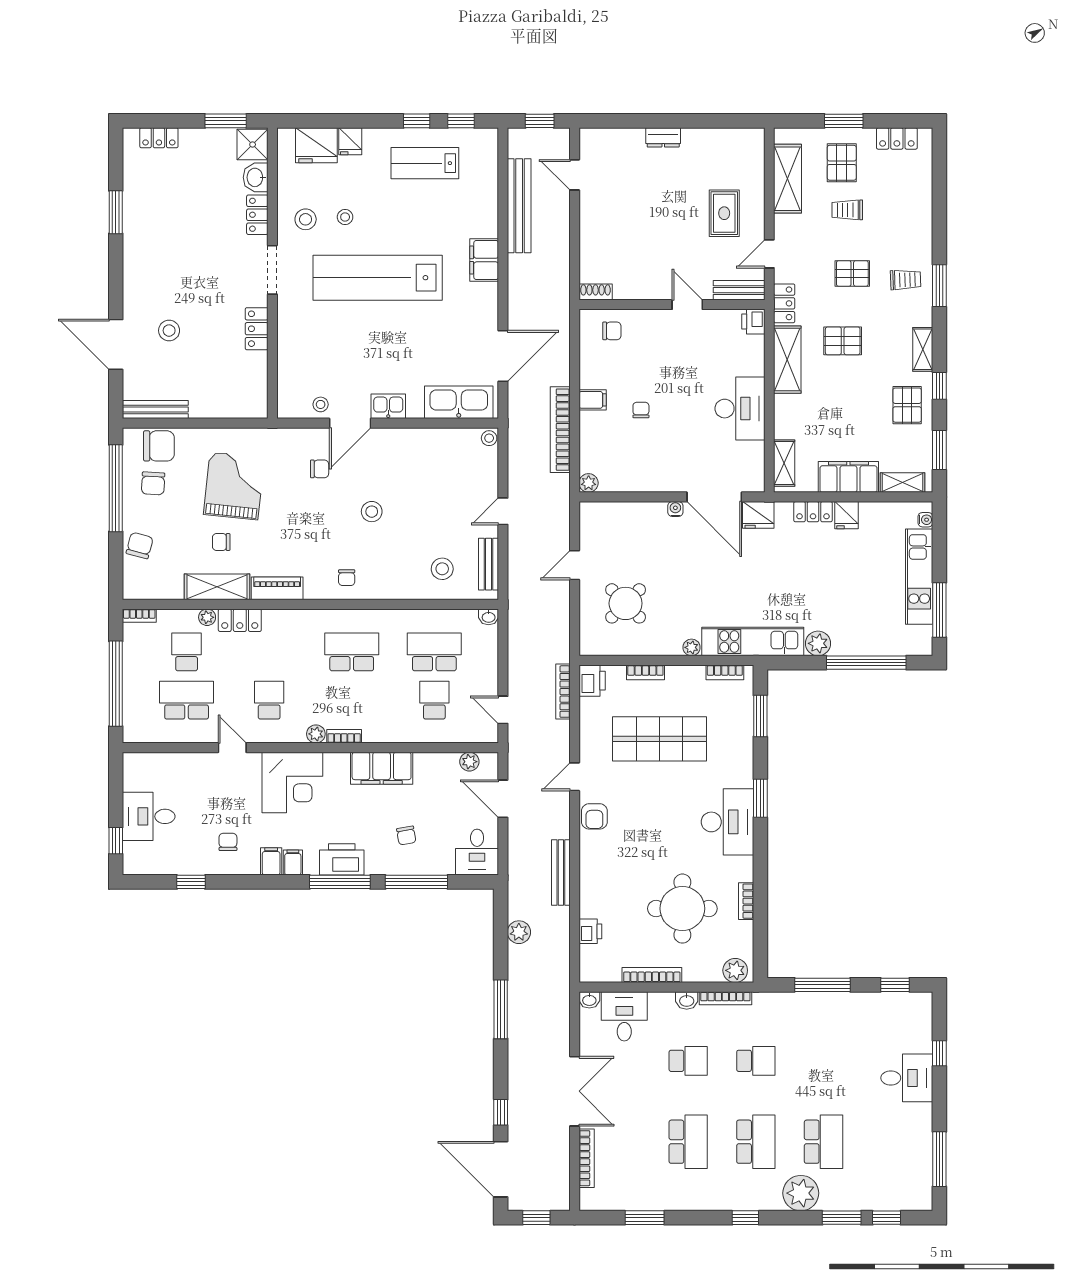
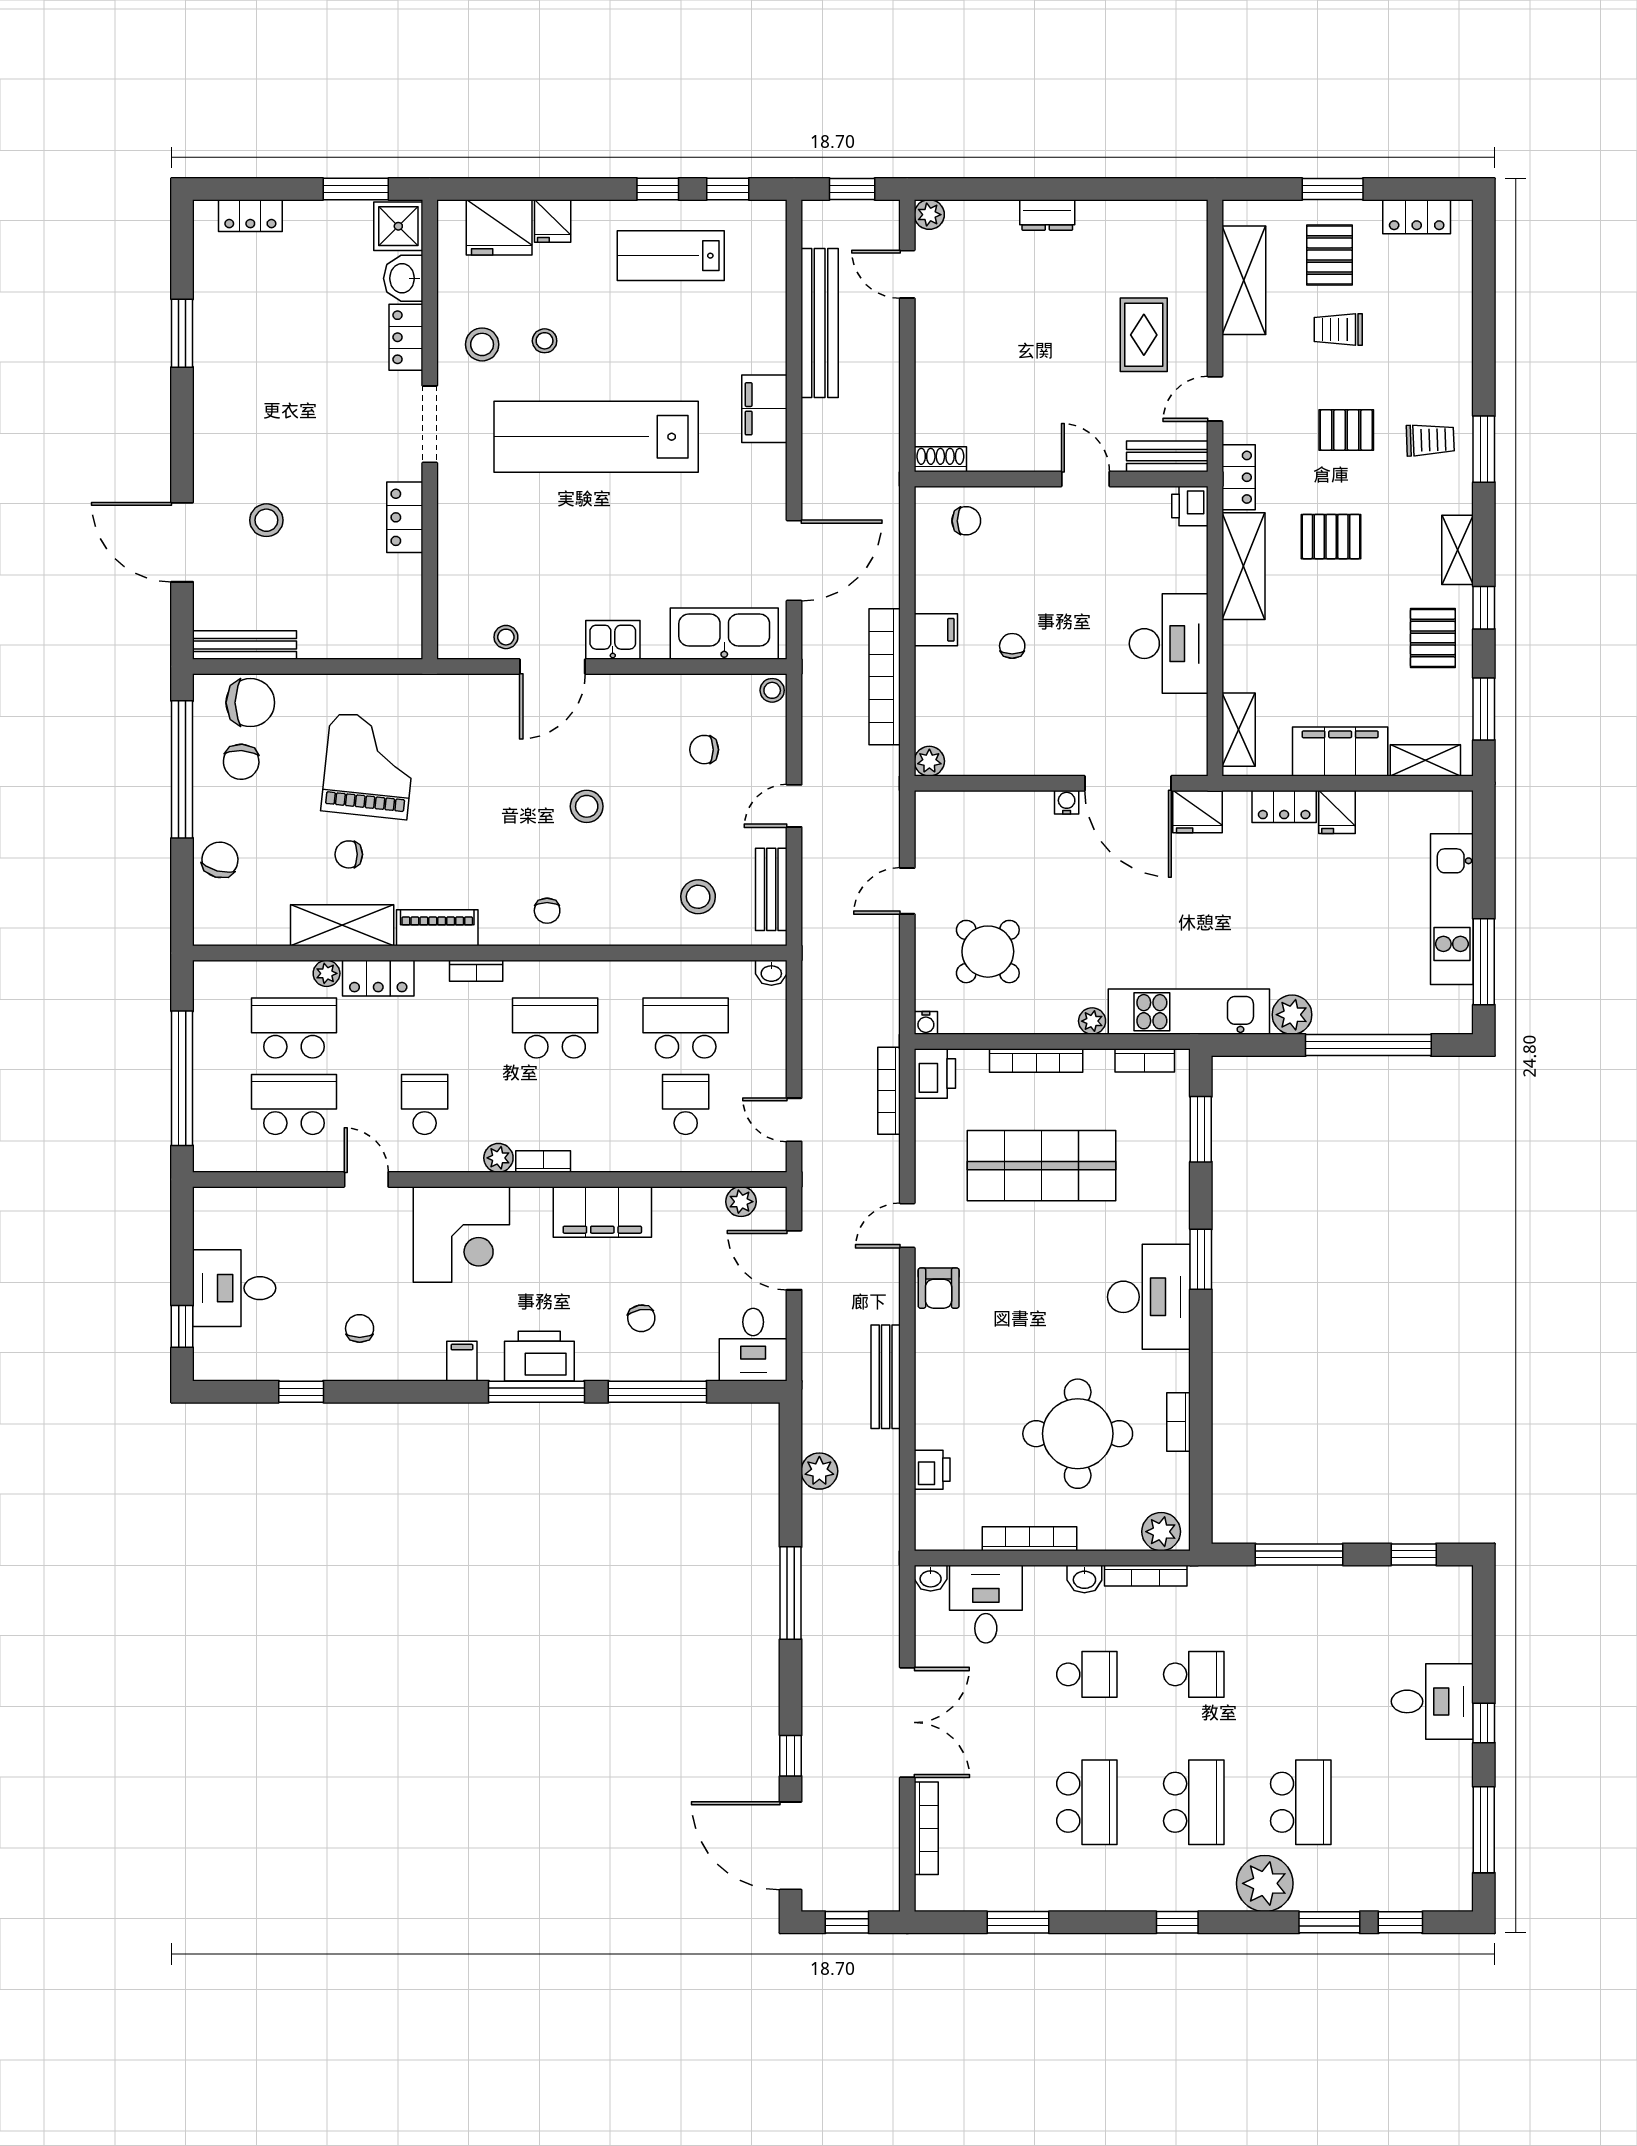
plant: (588, 137) -> (929, 215), added
chair: (320, 469) -> (704, 750), moved, turned 180
water cooler: (925, 520) -> (926, 1023), moved, turned 90
bookcase: (139, 616) -> (476, 971), moved
school desk: (187, 652) -> (294, 1028), width x1.85
bookcase: (645, 672) -> (1036, 1060), width x1.56
filing cabinet: (271, 861) -> (428, 1359), removed
window: (939, 1053) -> (1484, 1723), moved

